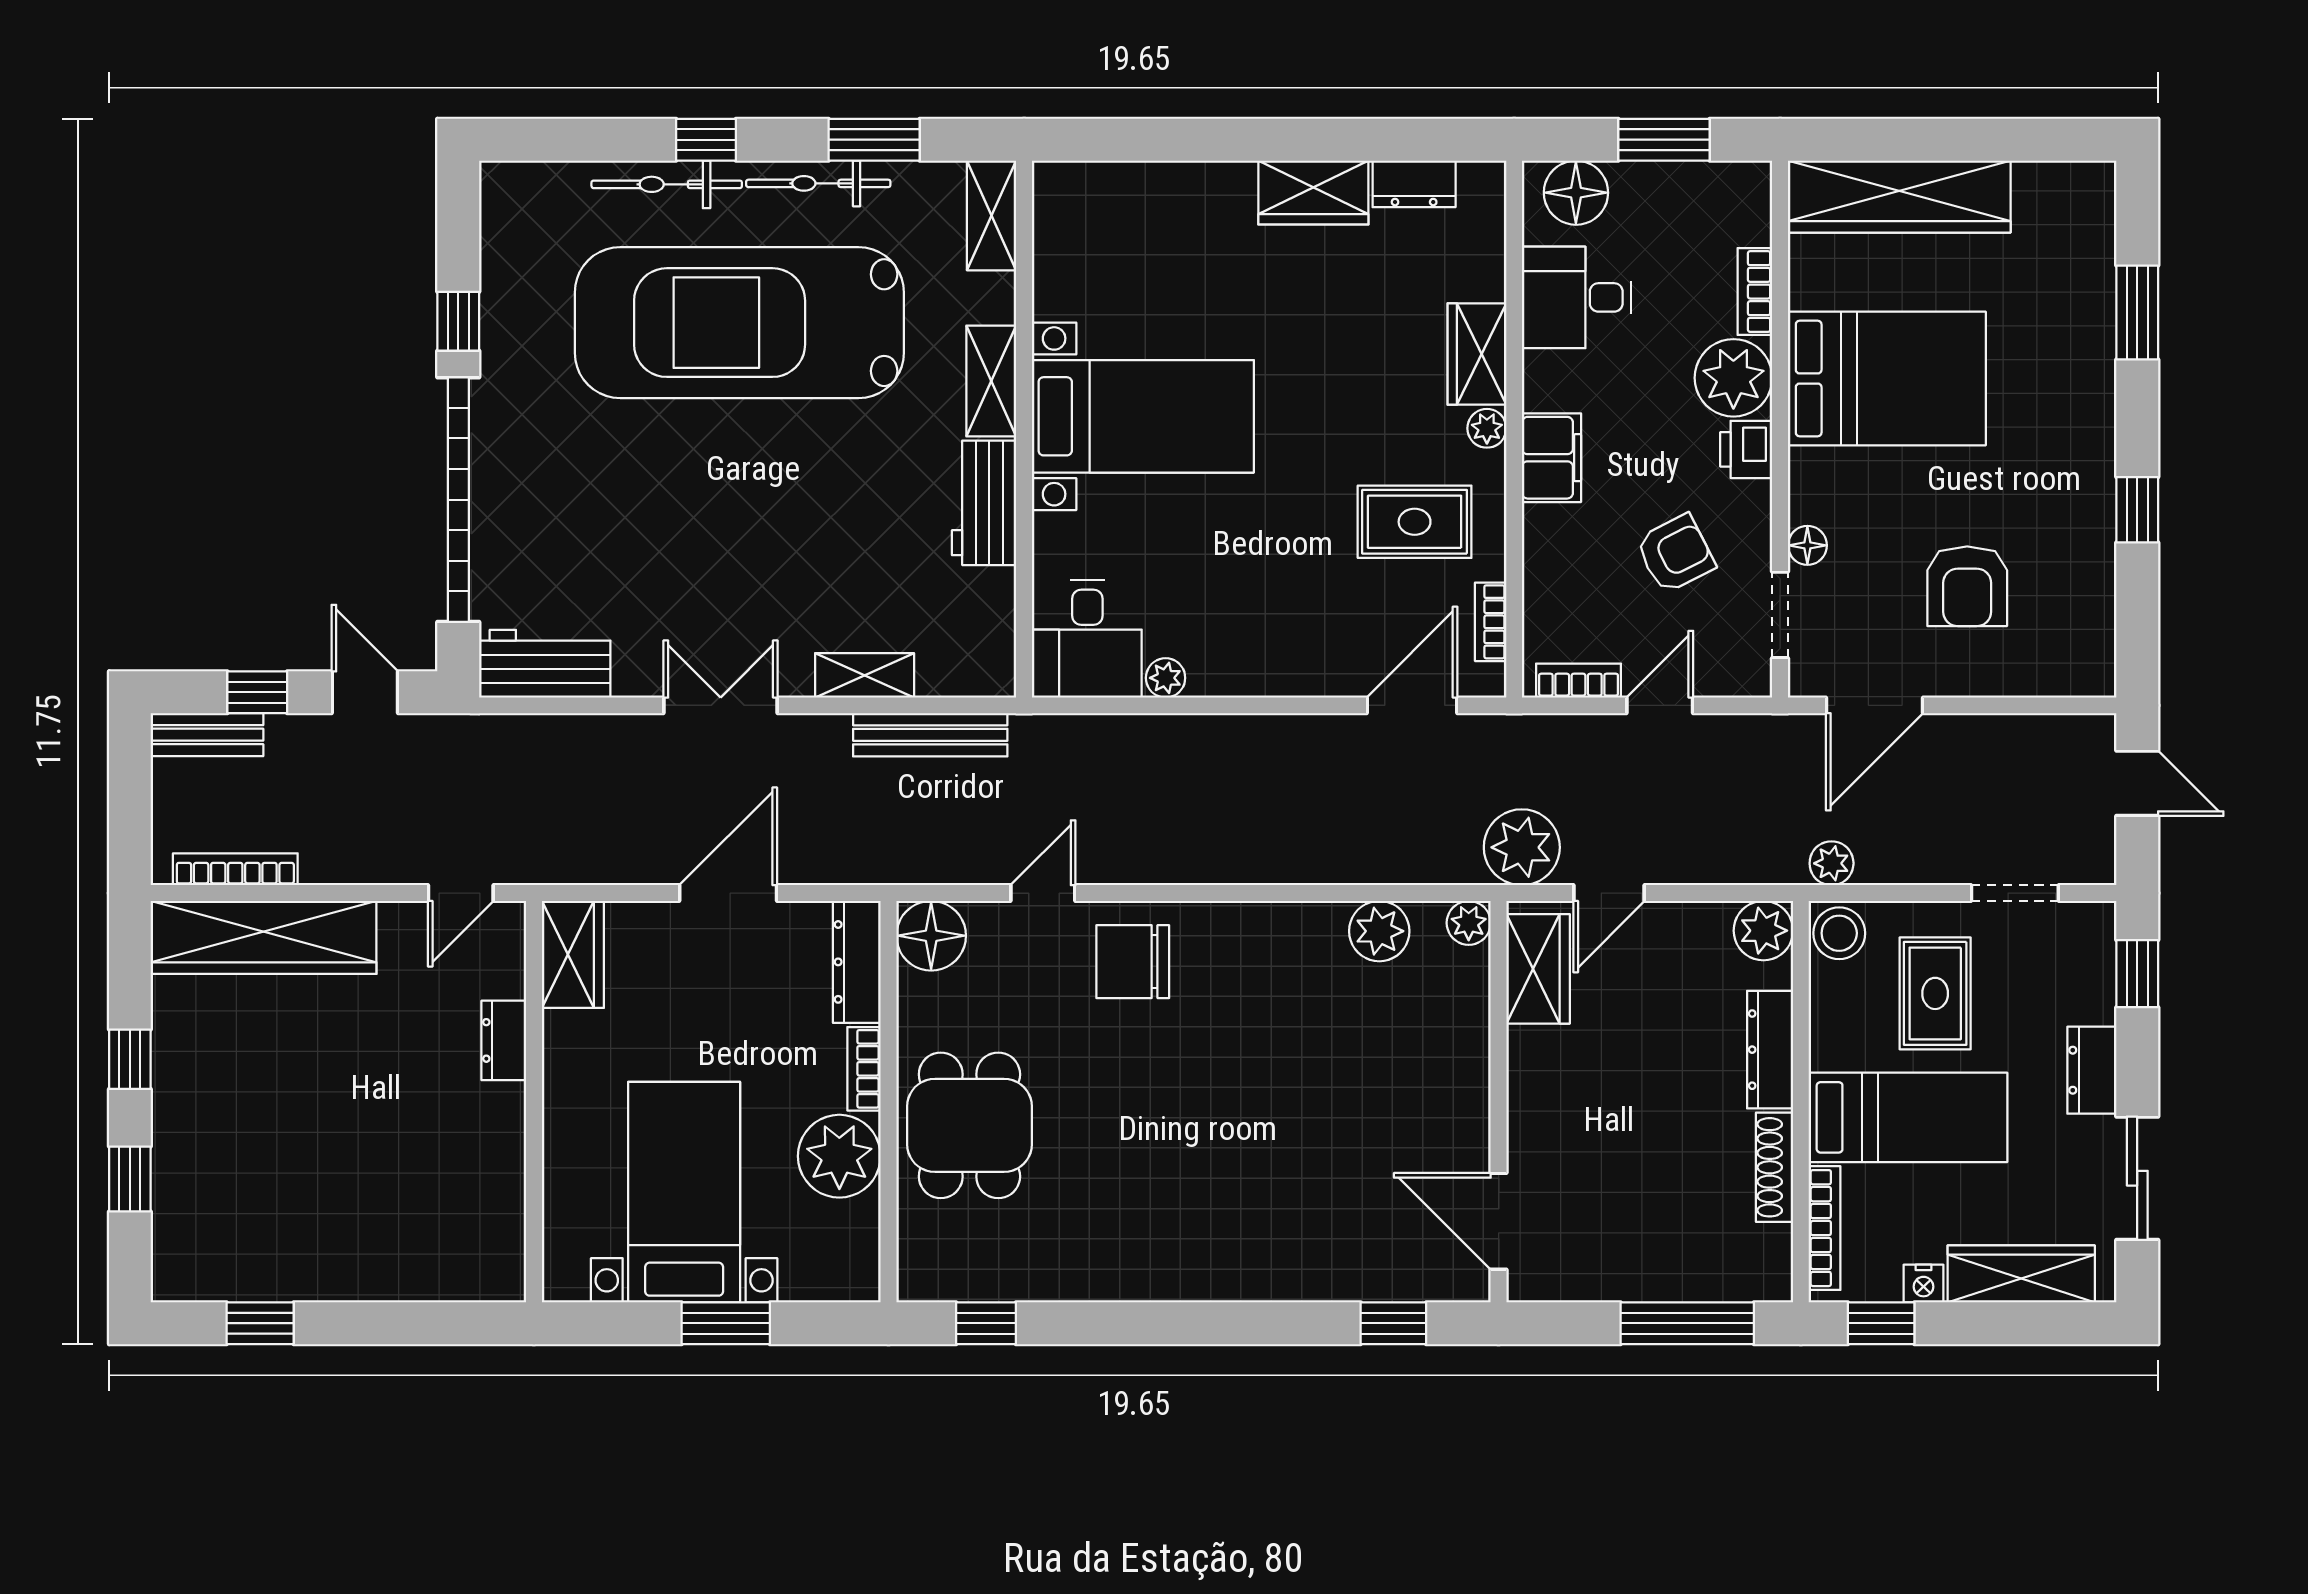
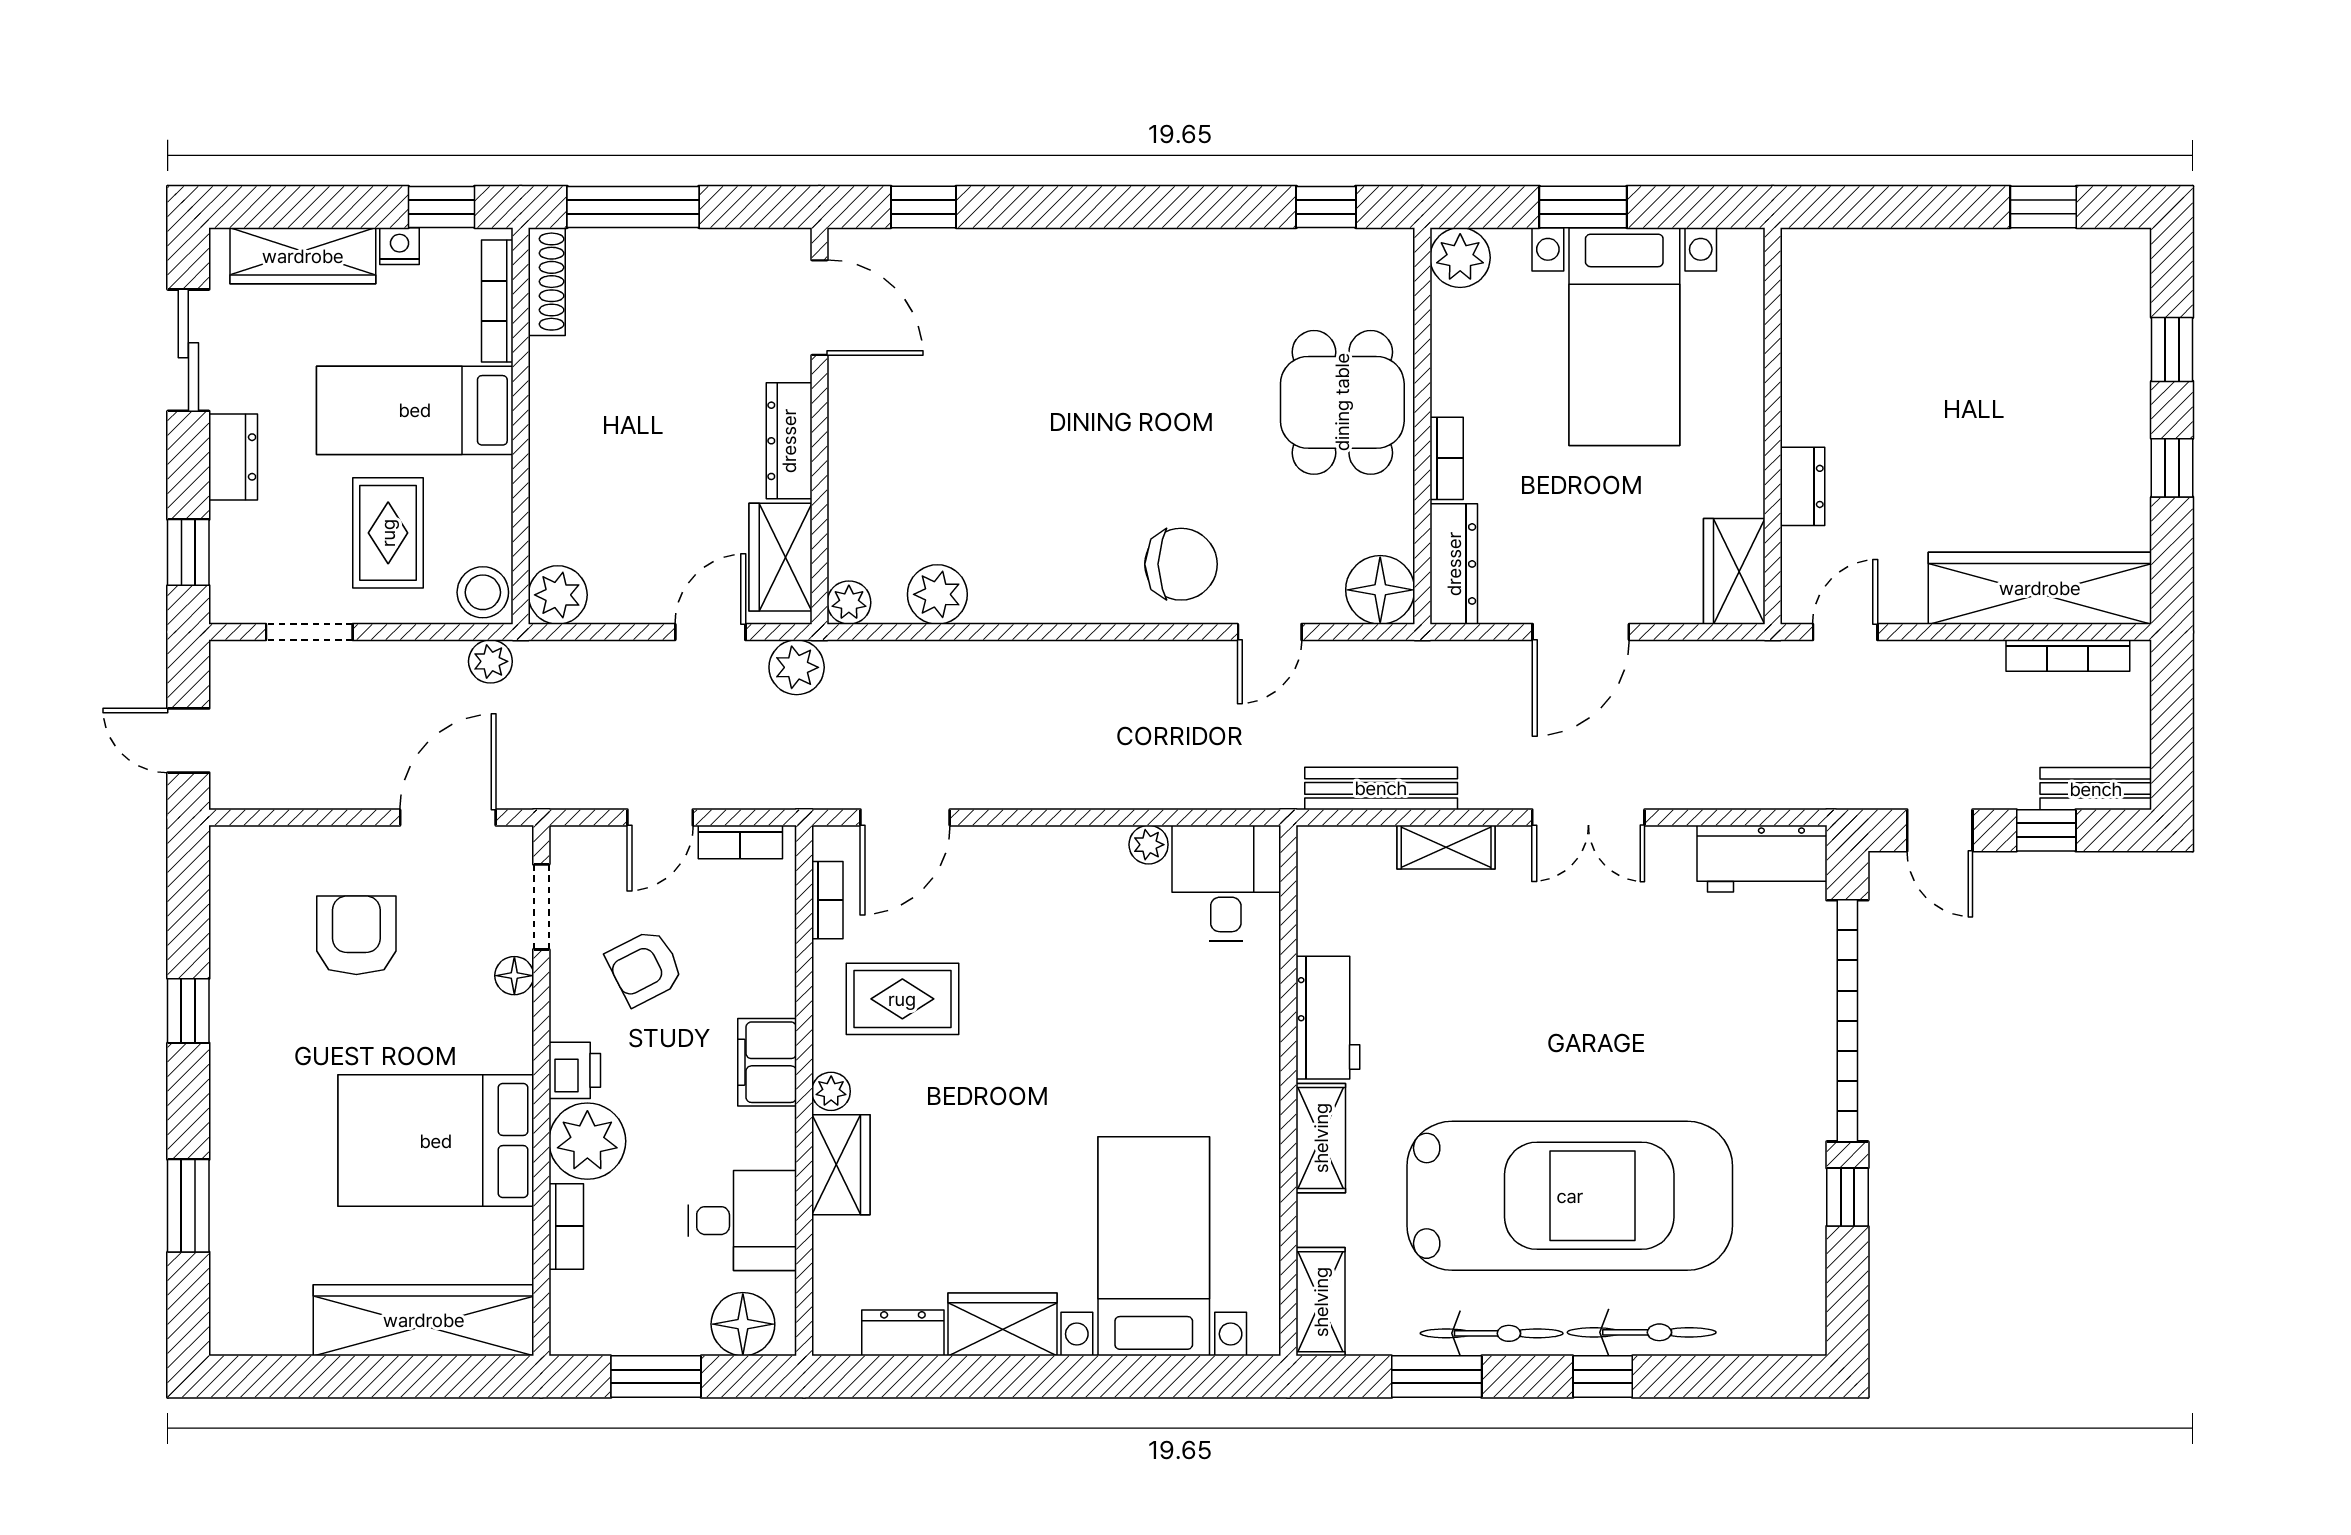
bed with nightstands: (1143, 416) -> (1154, 1246), moved, turned 90
plant: (1522, 847) -> (797, 667), width x0.73, depth x0.73
dresser: (1770, 1050) -> (789, 441), moved, turned 180
plant: (839, 1156) -> (1460, 258), moved, width x0.73, depth x0.73
shoe rack: (1775, 1167) -> (547, 282), moved

